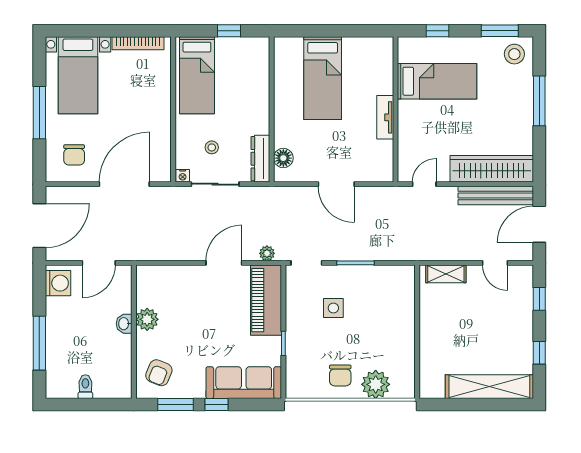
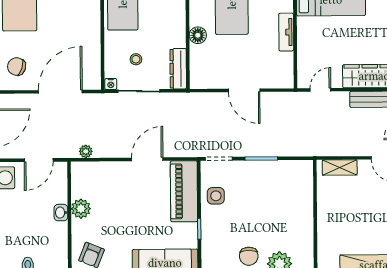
chair: (74, 155) -> (17, 67), turned 108
floor lamp: (283, 158) -> (198, 35), moved
plant: (267, 253) -> (86, 151), moved
side table: (333, 308) -> (216, 196), moved

